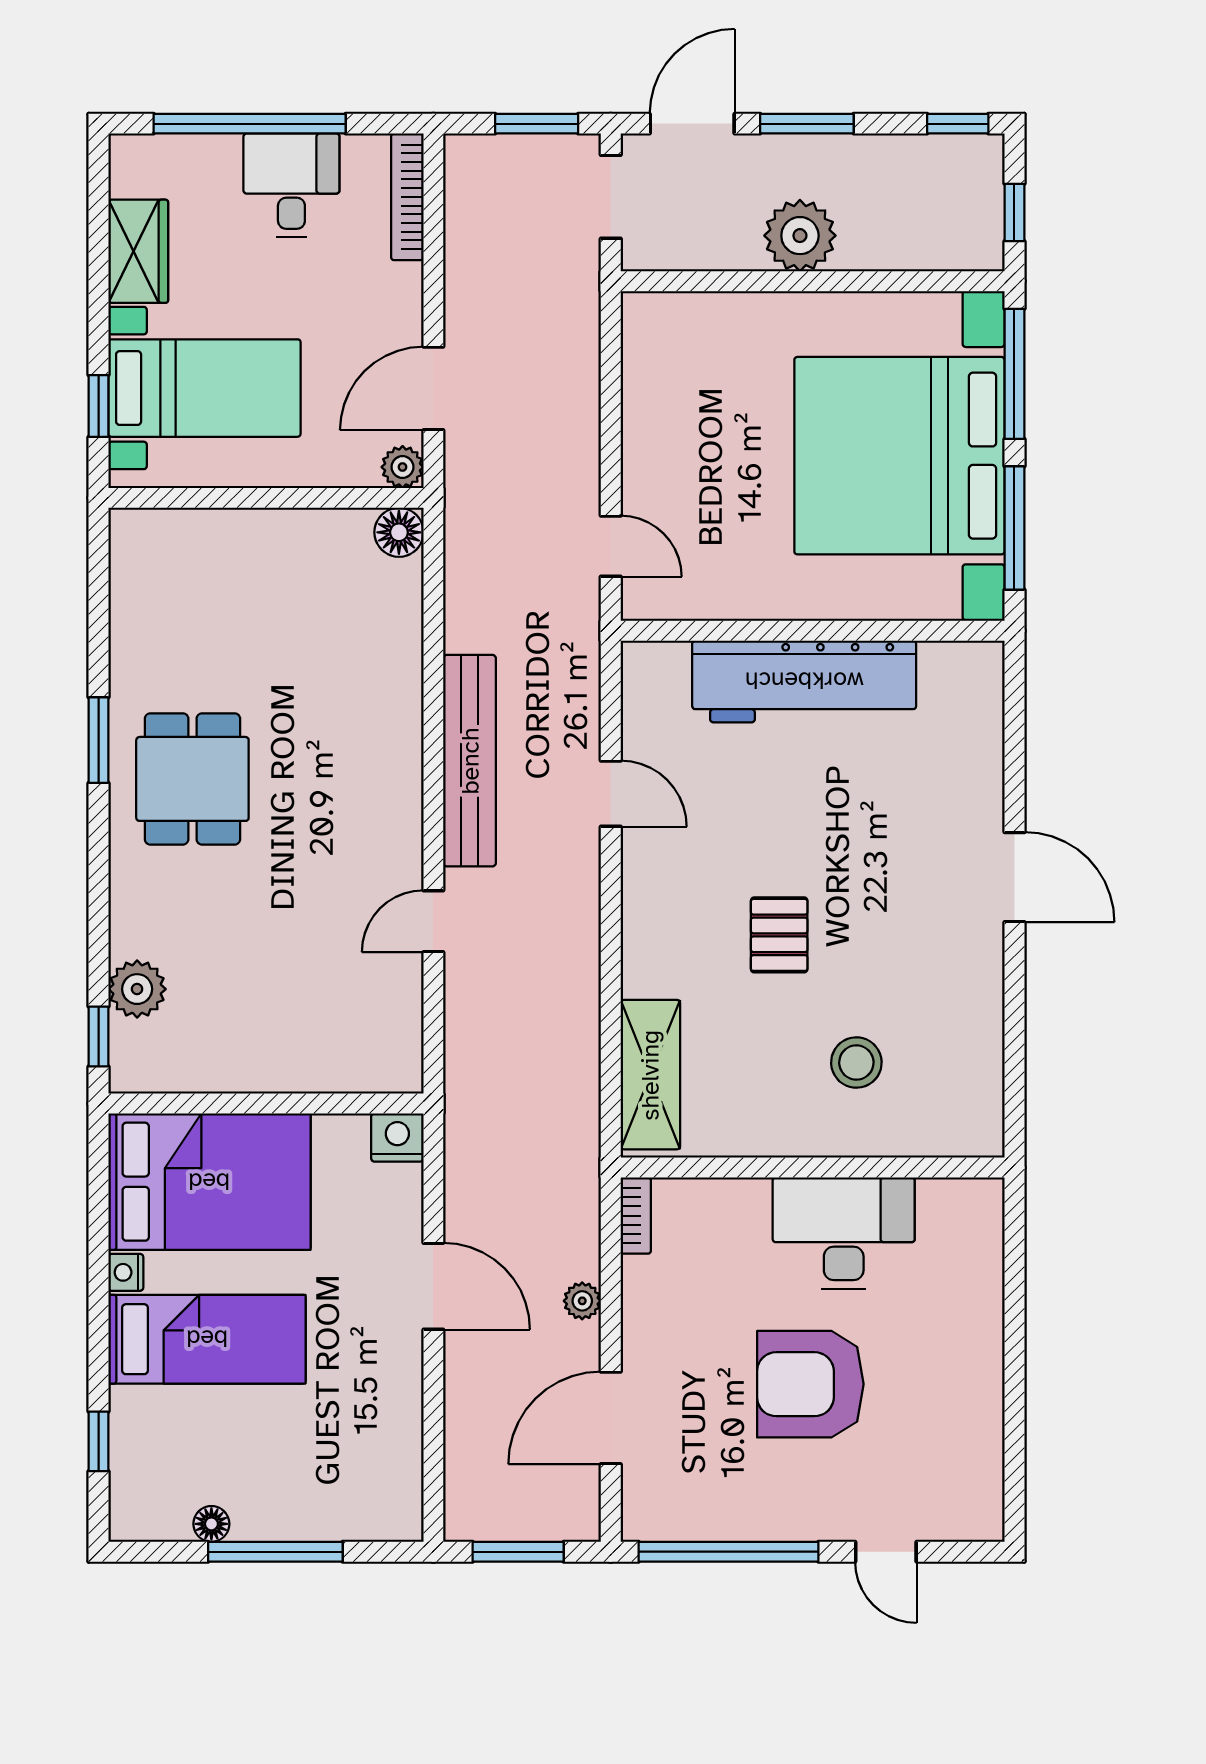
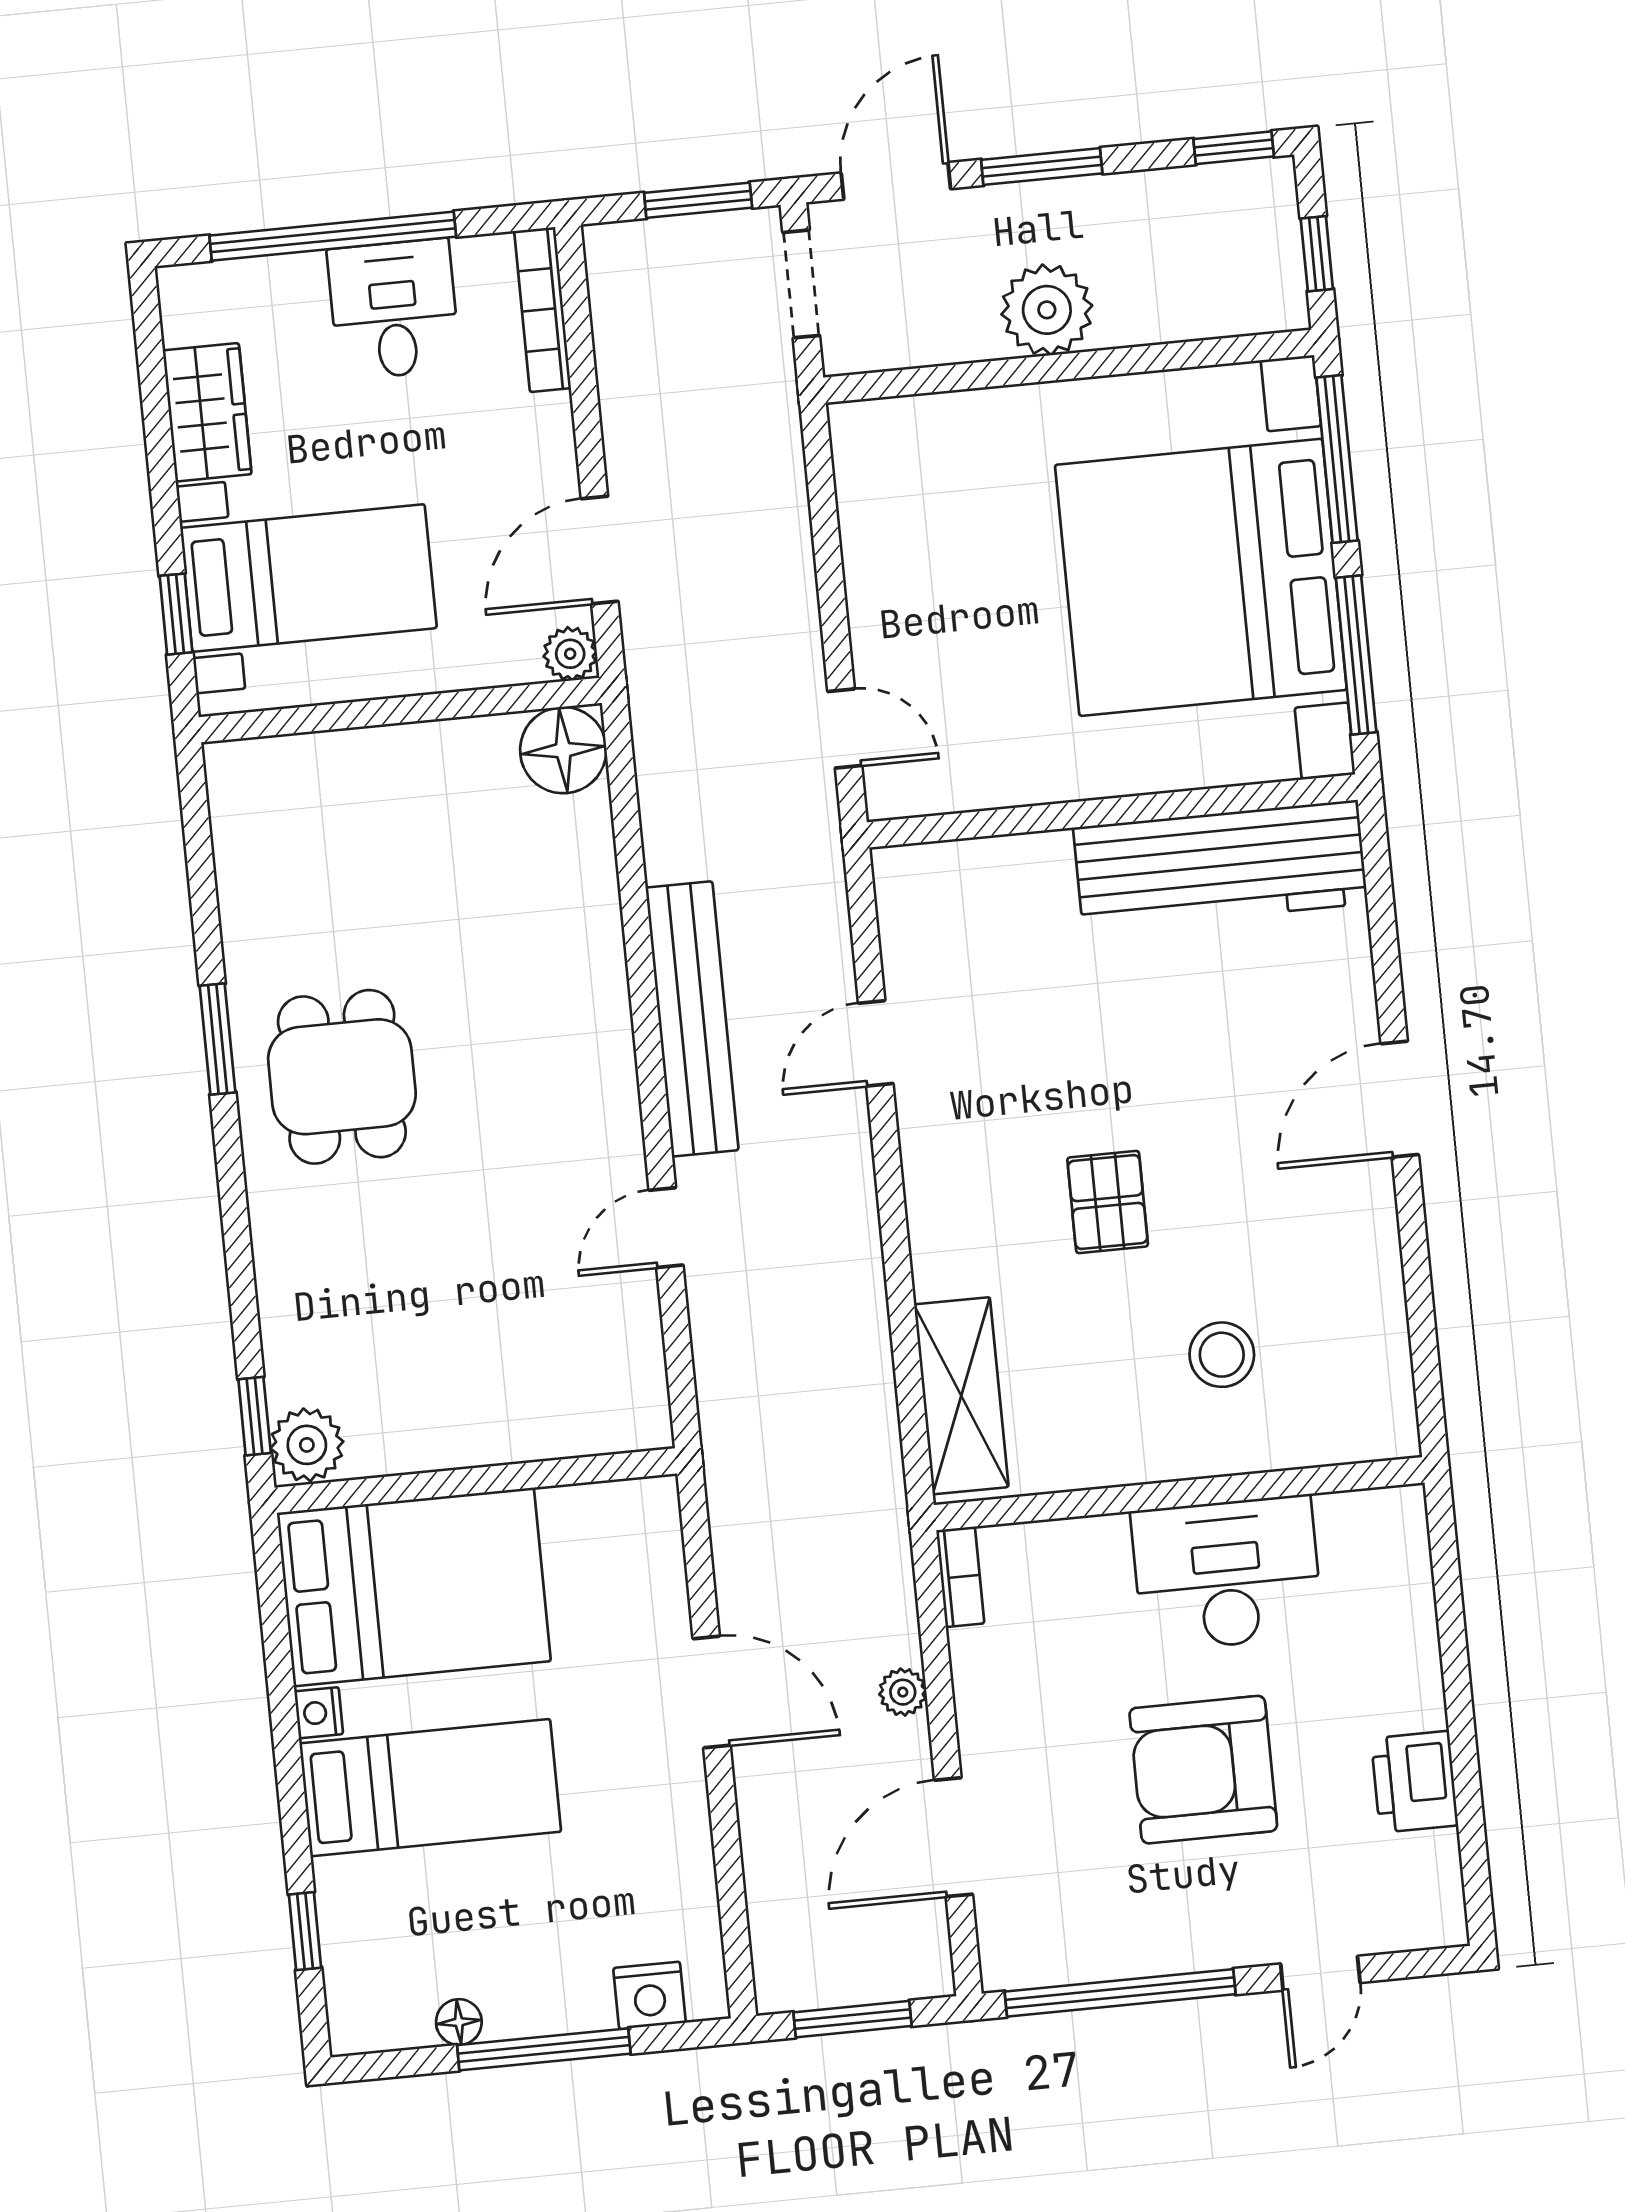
floor lamp: (399, 532) -> (563, 750), width x1.38, depth x1.38
workbench: (804, 681) -> (1220, 865), moved
door: (611, 794) -> (876, 1043), swing flipped
door: (1014, 877) -> (1400, 1099), swing flipped
plant: (137, 989) -> (307, 1445), moved
nightstand: (397, 1138) -> (650, 1995), moved, turned 180
printer: (974, 1410) -> (1415, 1782), added
door: (886, 1552) -> (1320, 1973), hinge flipped

